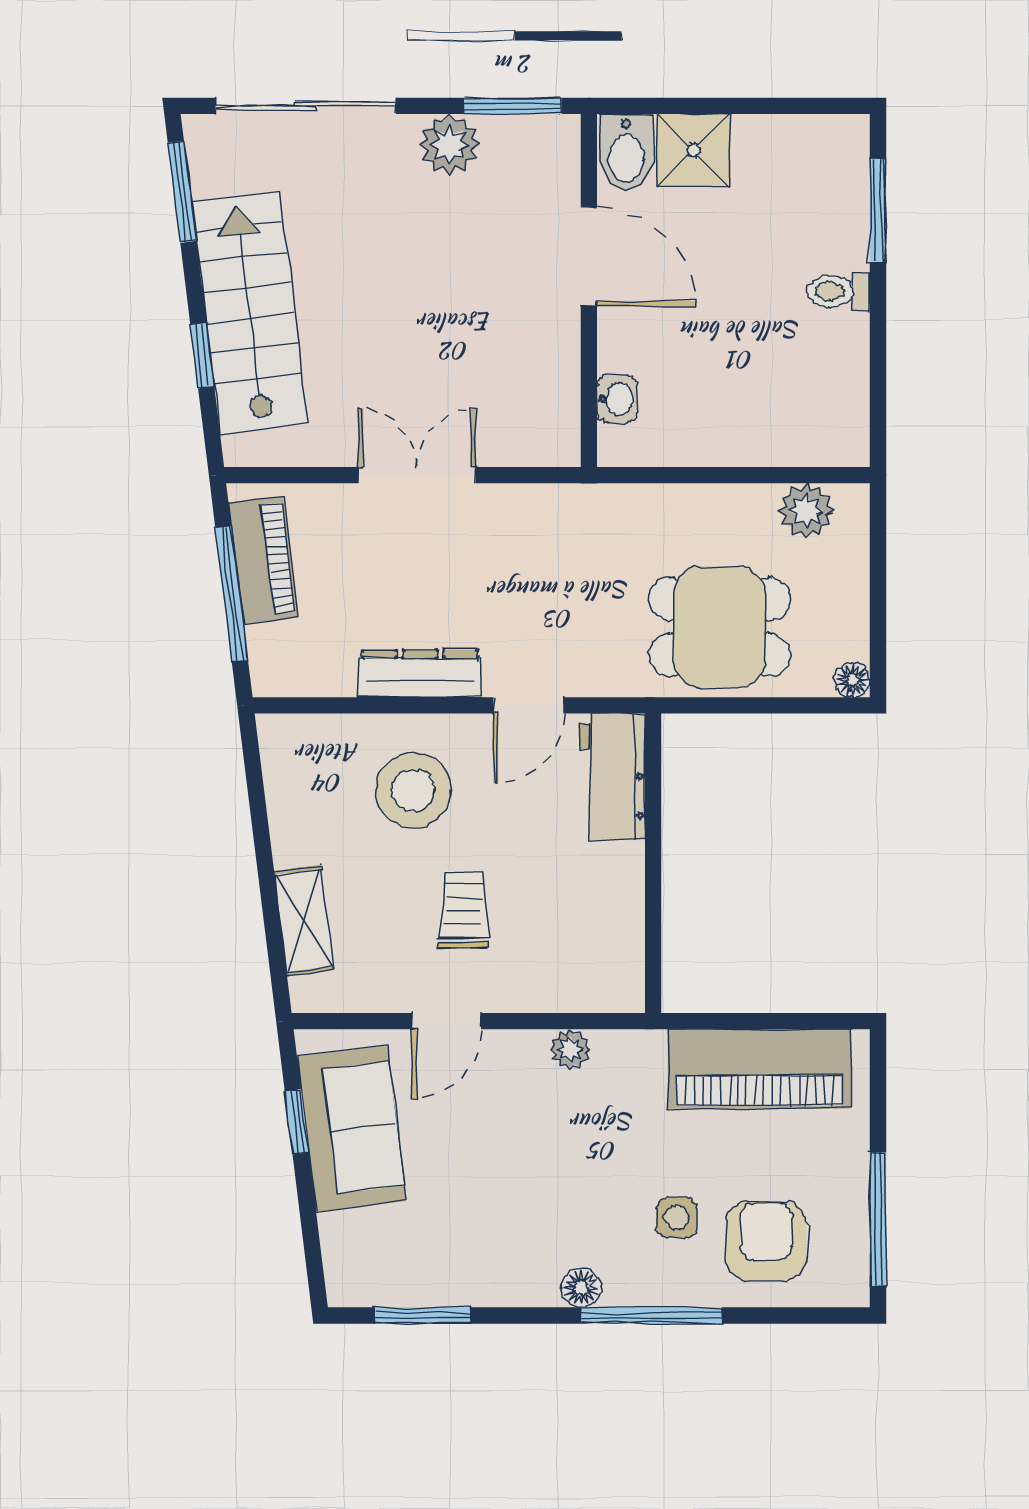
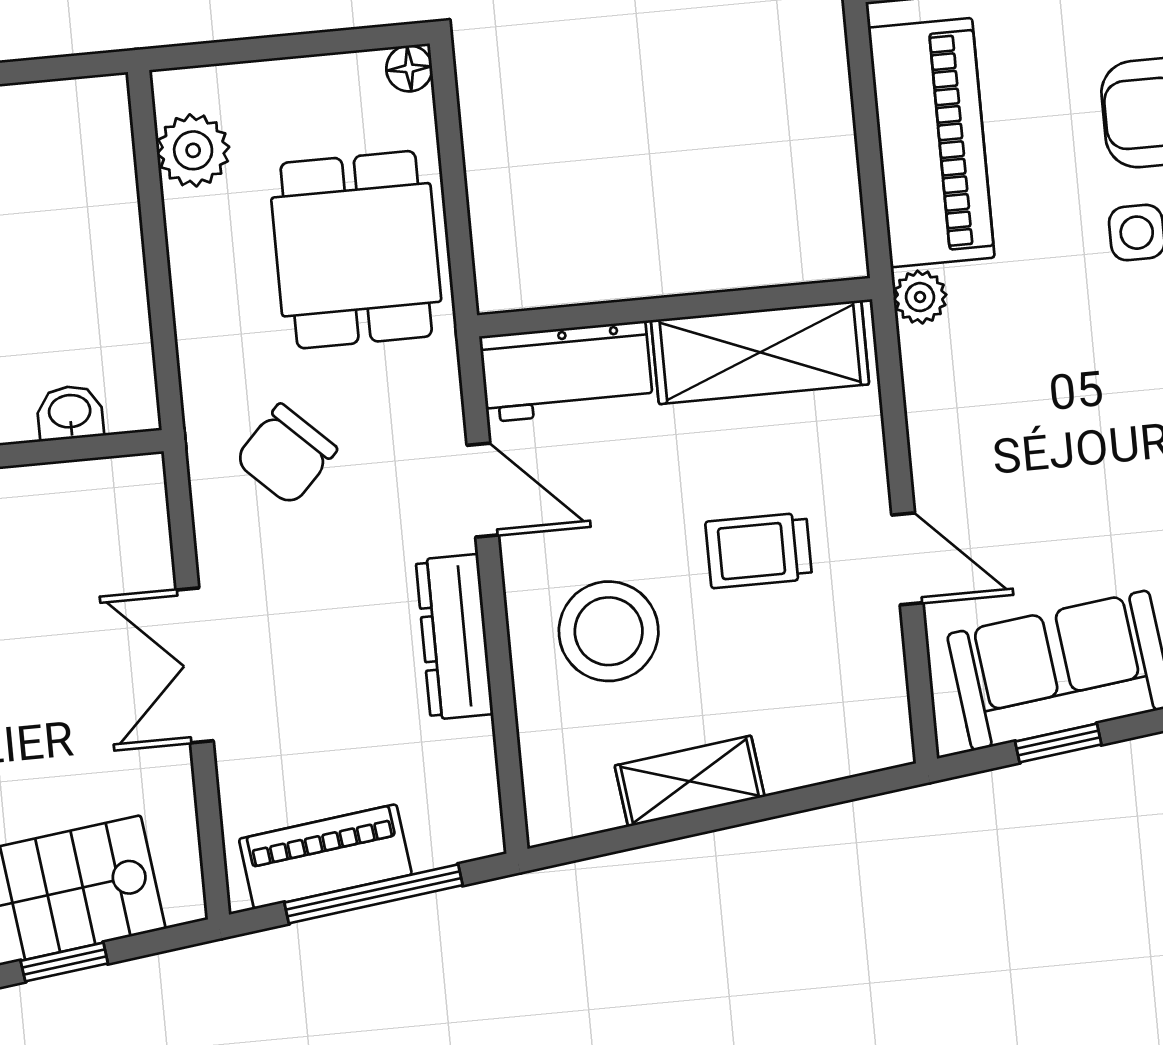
chair: (570, 559) -> (286, 455), added
shelving: (304, 920) -> (690, 781), moved
shelving: (613, 925) -> (760, 352), added
plant: (570, 1049) -> (920, 297), moved

